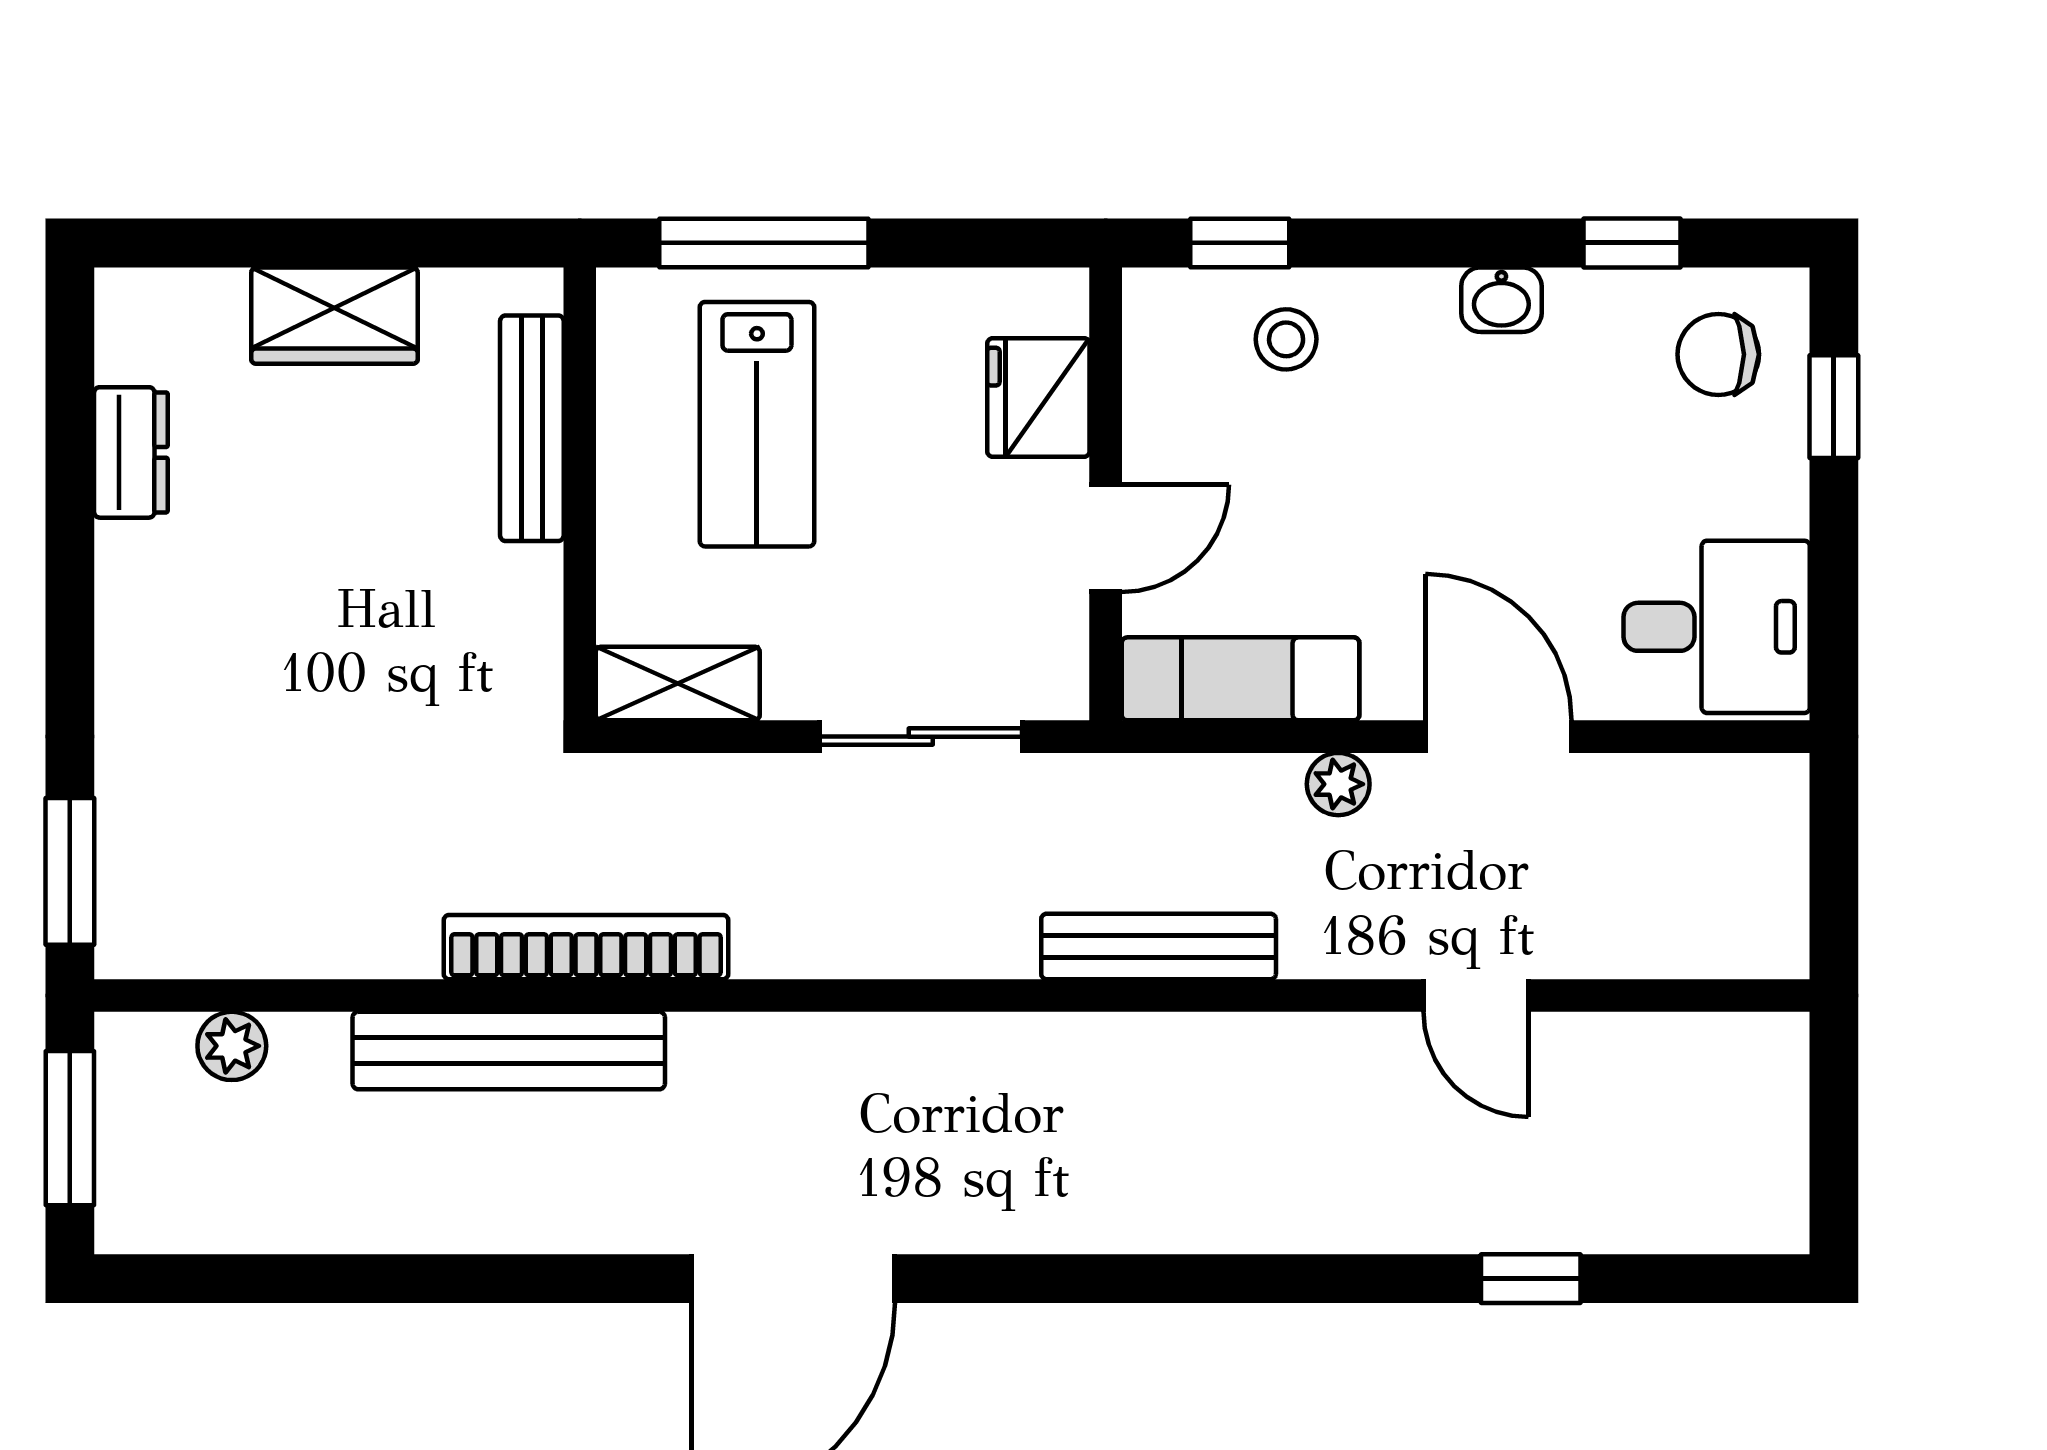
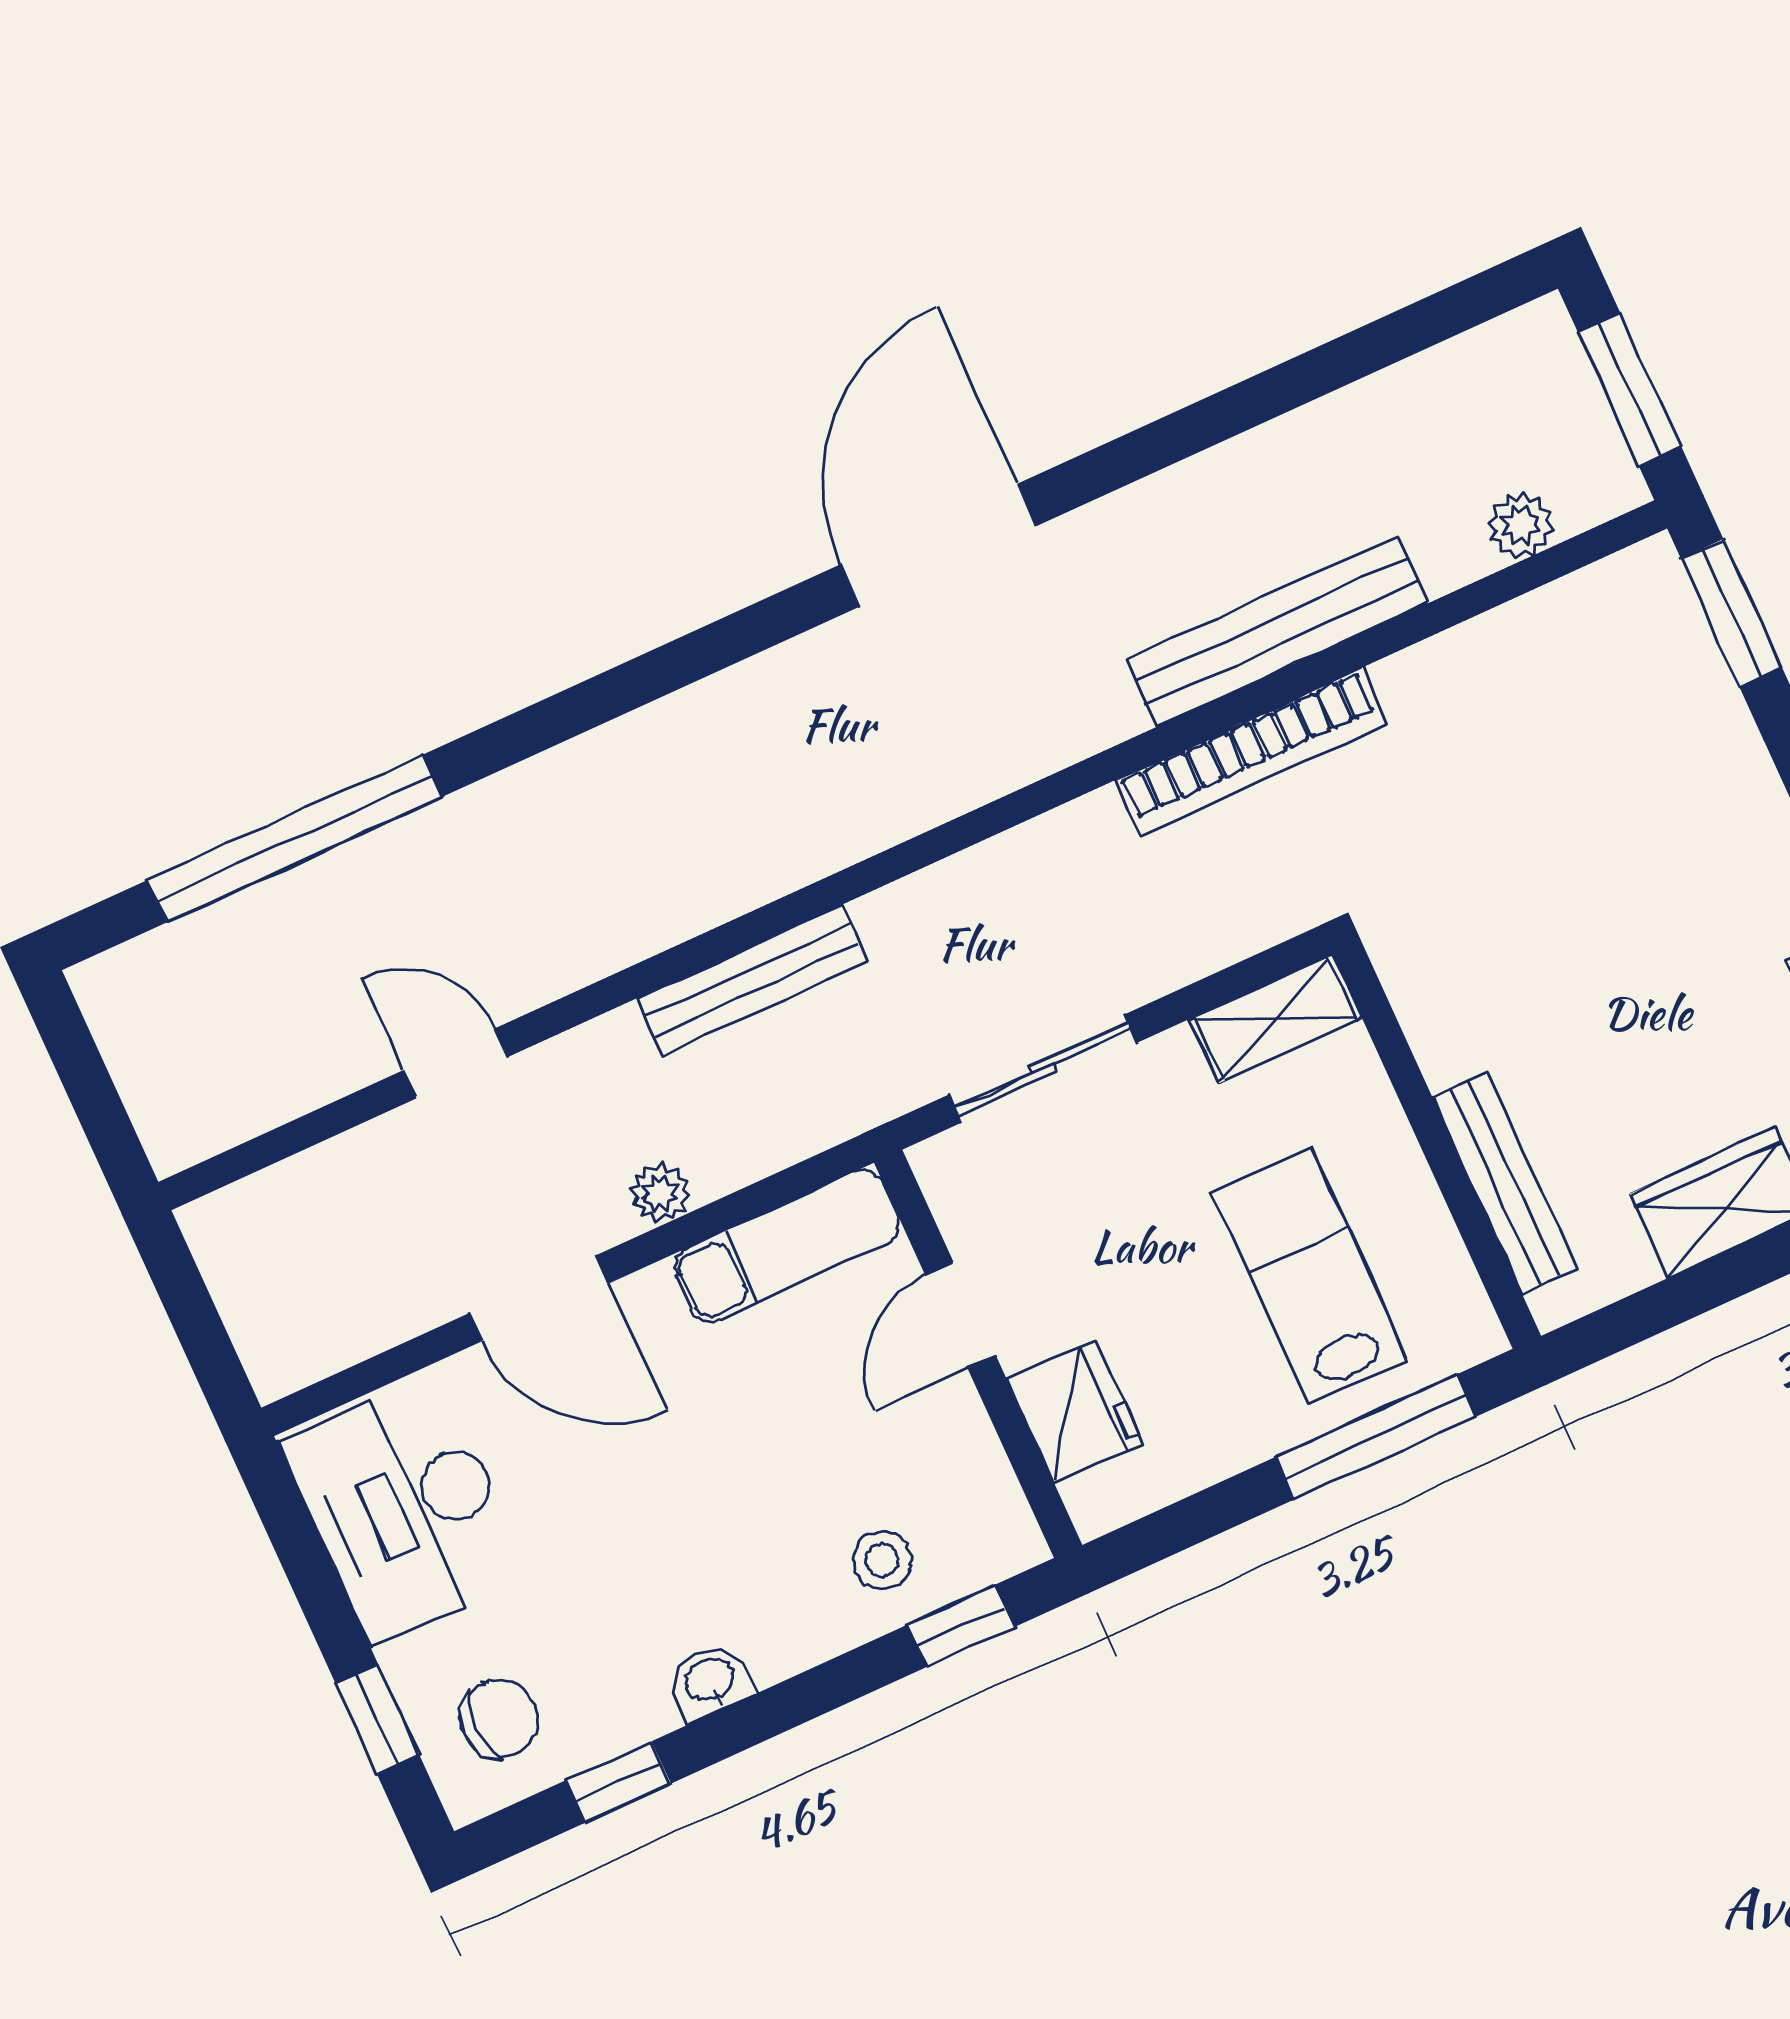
desk: (1717, 627) -> (405, 1509), width x1.37
window: (1531, 1279) -> (295, 838), width x3.17

